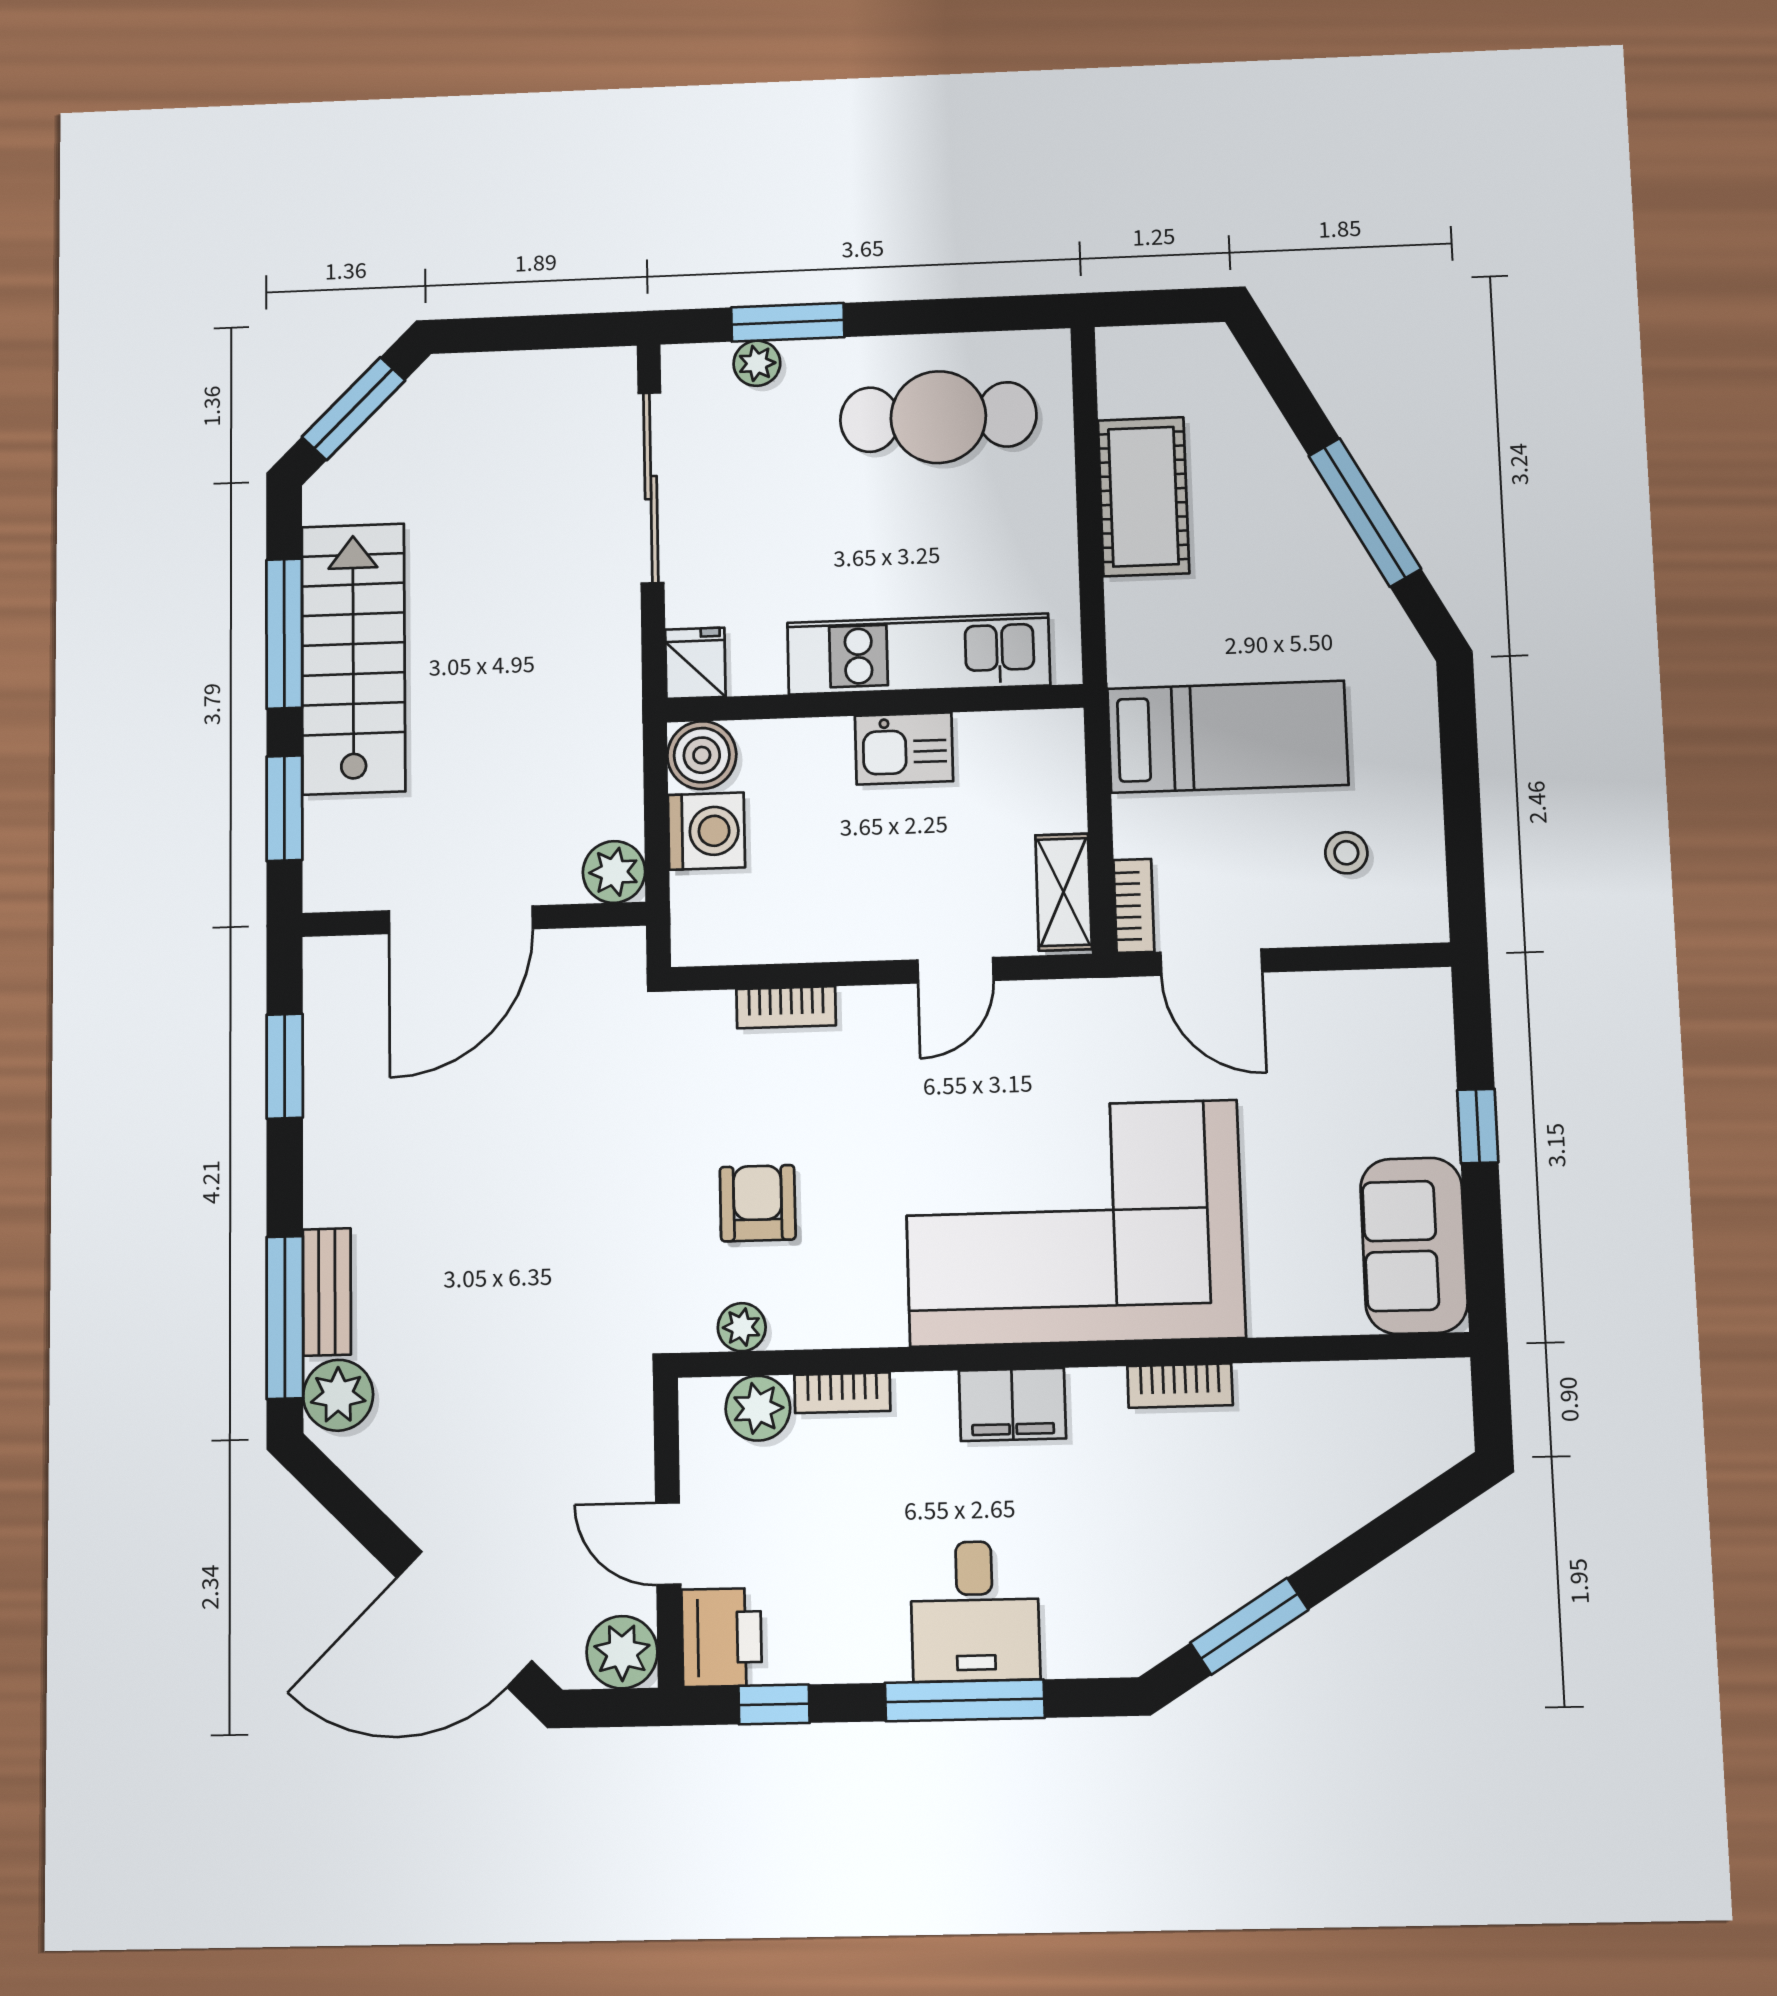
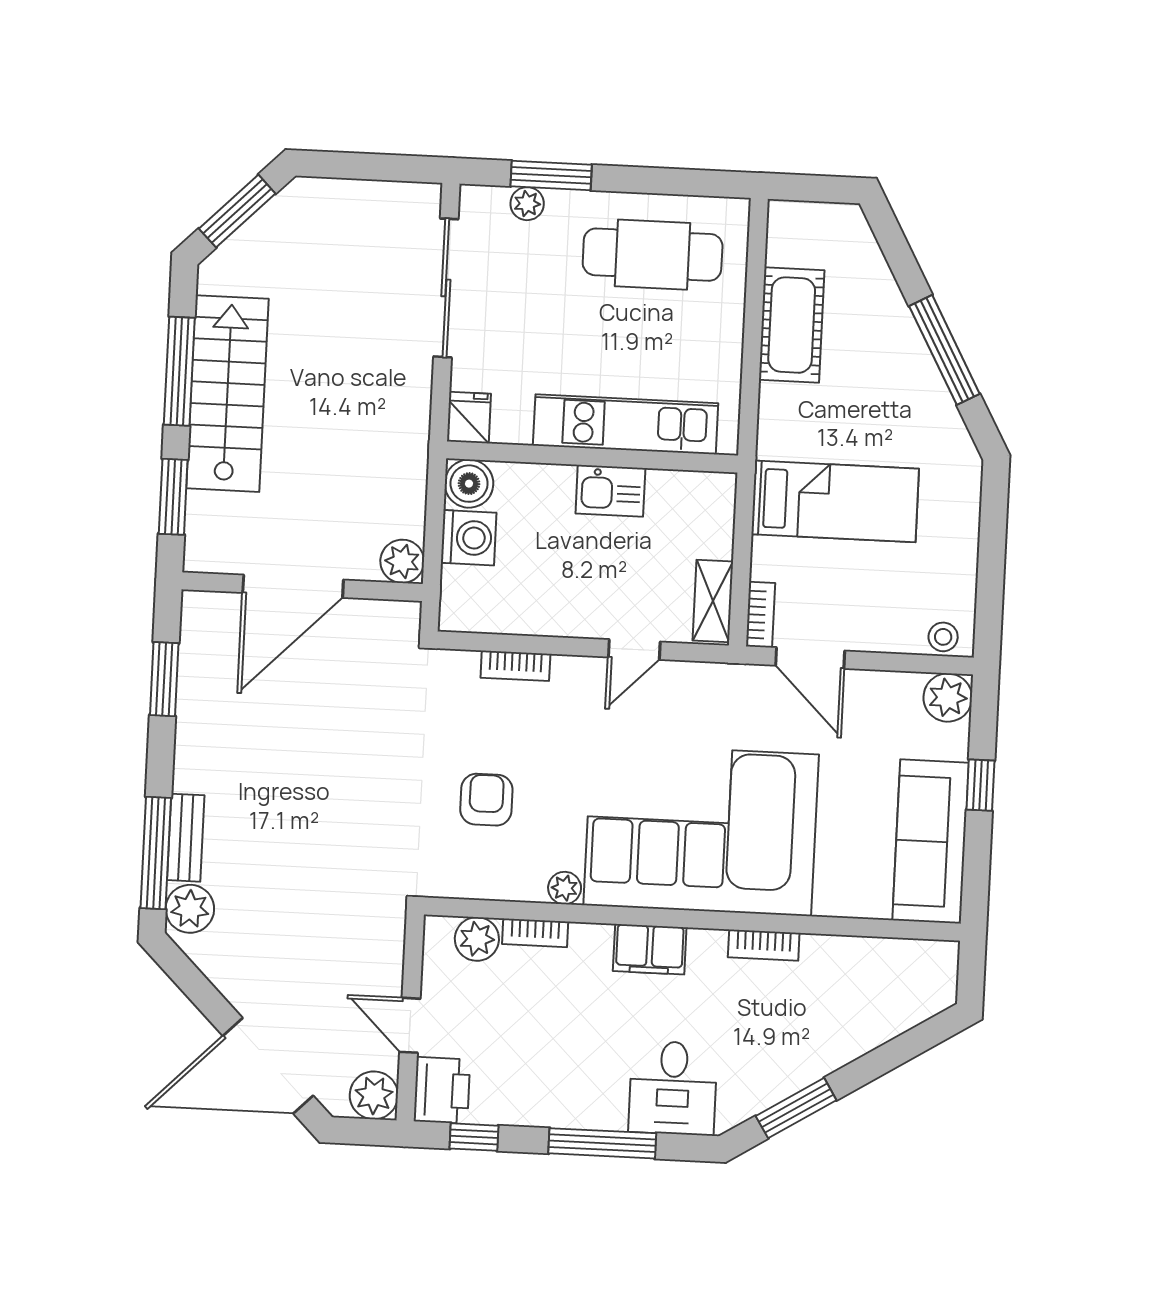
stool: (1346, 853) -> (943, 637), moved
plant: (1417, 1003) -> (948, 698), added
sofa: (1414, 1246) -> (931, 841), width x1.36
plant: (742, 1327) -> (565, 888), moved
desk: (975, 1611) -> (673, 1088), moved

